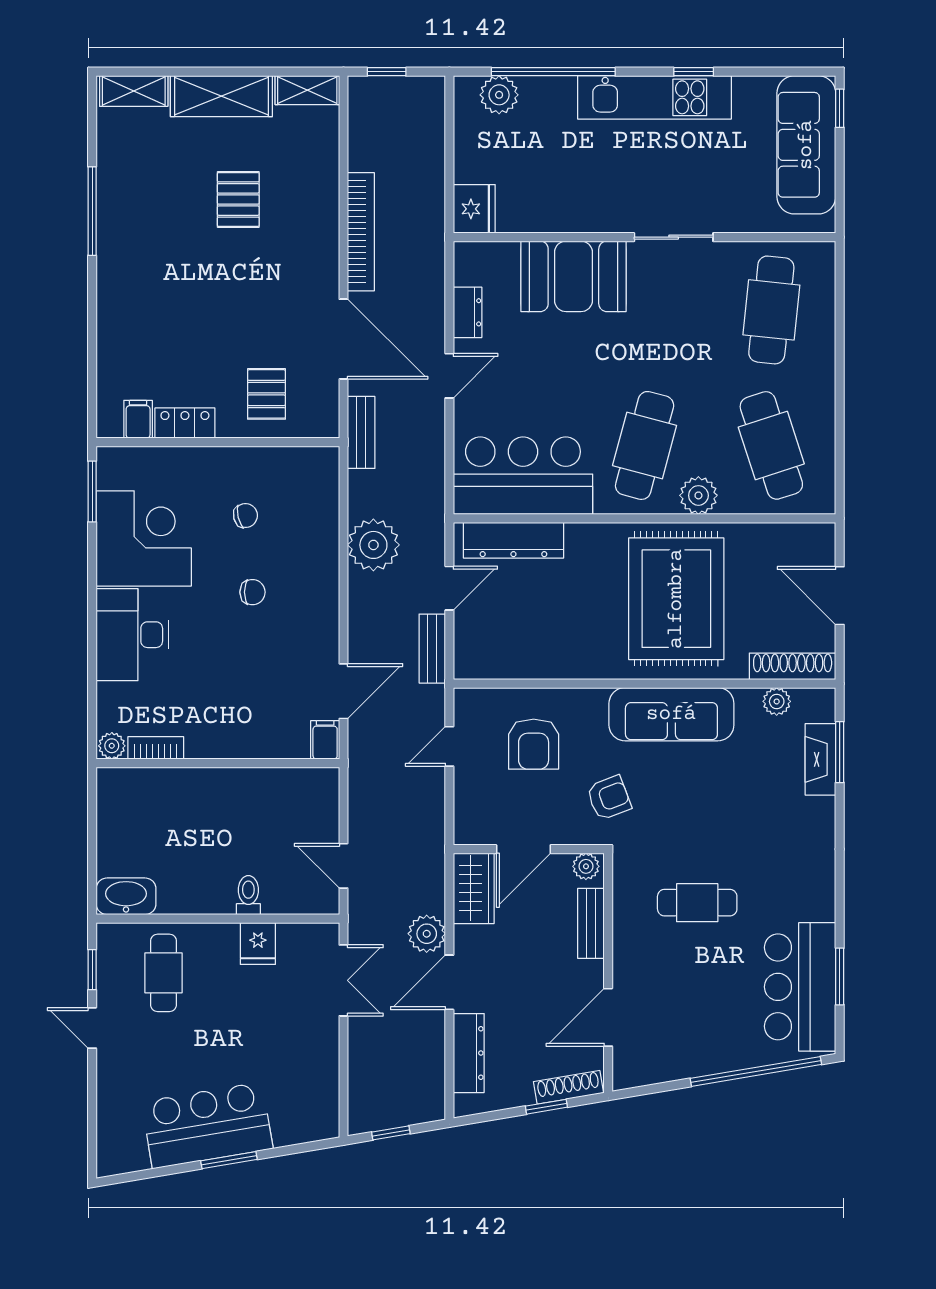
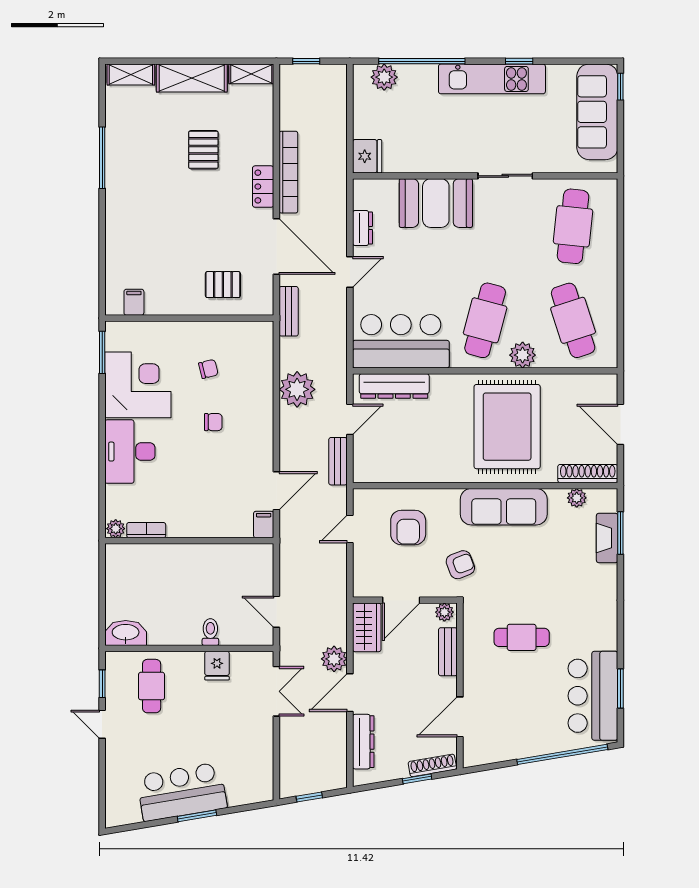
pallet: (266, 394) -> (223, 285), turned 90
locker: (185, 423) -> (263, 187), moved, turned -90

